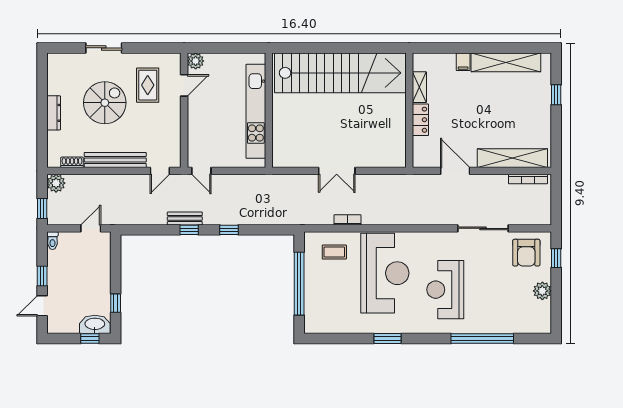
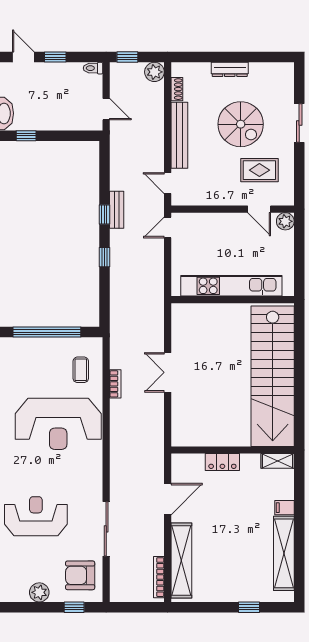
shelving: (419, 87) -> (278, 461), moved
reception desk: (445, 290) -> (36, 516), moved

